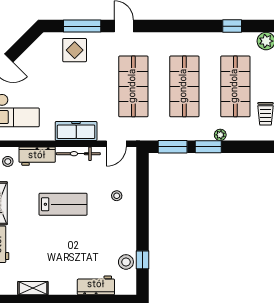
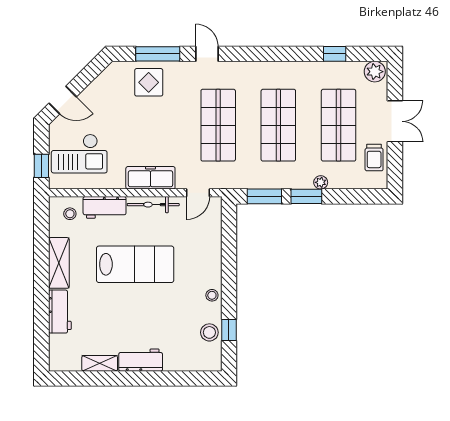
stool: (117, 196) -> (212, 295), moved
lab bench: (63, 204) -> (135, 264), width x1.36, depth x1.39
workbench: (96, 285) -> (141, 360), moved

